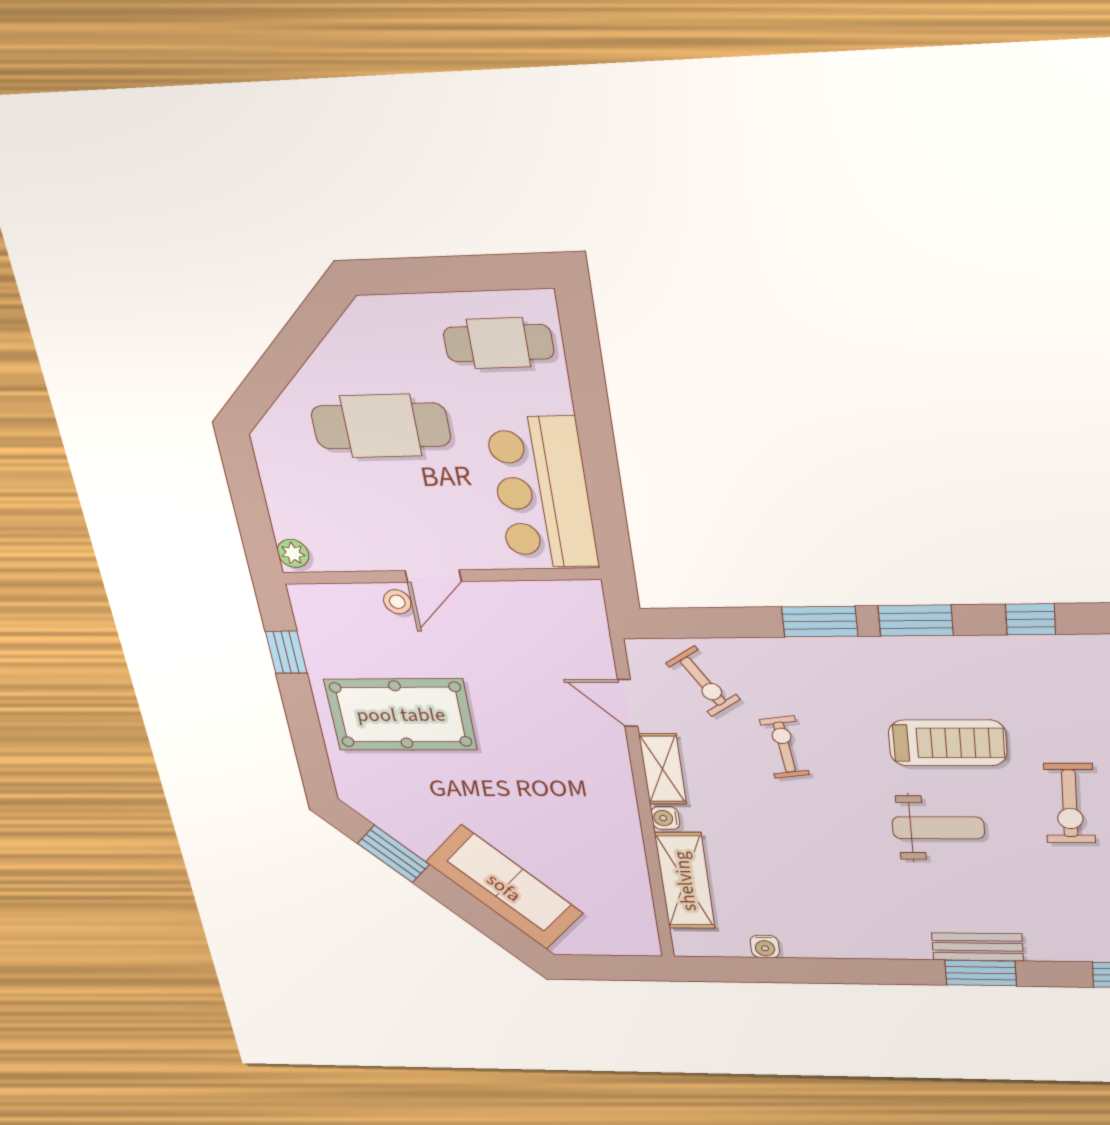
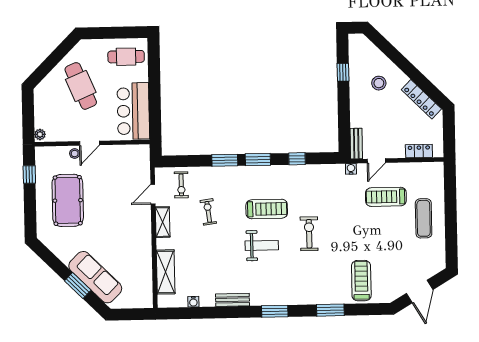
cafe table: (381, 426) -> (81, 86), turned 67
exercise bike: (703, 681) -> (181, 185), turned 32
door: (628, 703) -> (153, 194), hinge flipped
pool table: (401, 715) -> (68, 200), turned 90
exercise bike: (1070, 803) -> (309, 234), turned 180
water cooler: (665, 818) -> (161, 244), removed
window: (393, 854) -> (78, 286), moved
bench: (977, 947) -> (233, 300), moved

